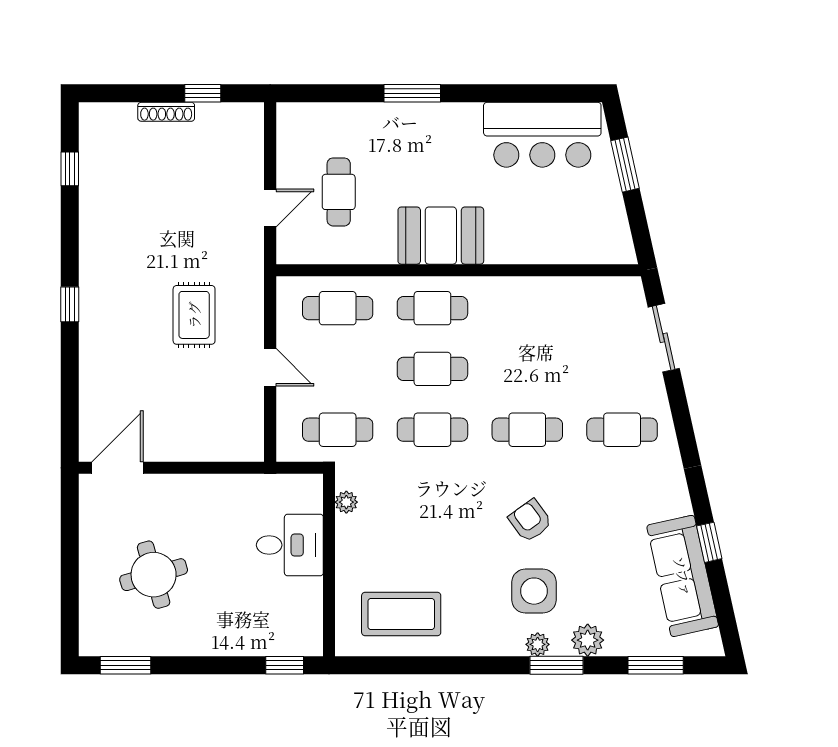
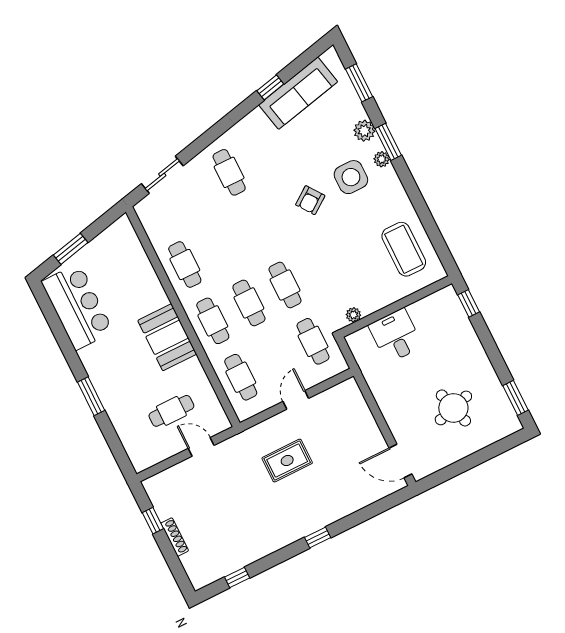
cafe table: (527, 430) -> (185, 265), moved

